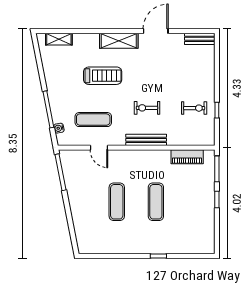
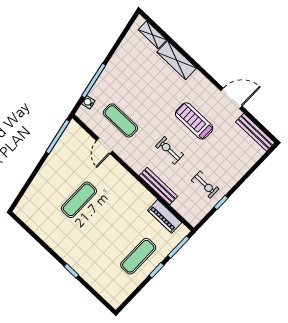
bench: (200, 39) -> (255, 132), width x1.36
shelving: (119, 41) -> (177, 60), moved
treadmill: (103, 76) -> (194, 121), moved, turned 180
bench: (146, 140) -> (158, 186), moved
exercise mat: (156, 202) -> (138, 256), moved

